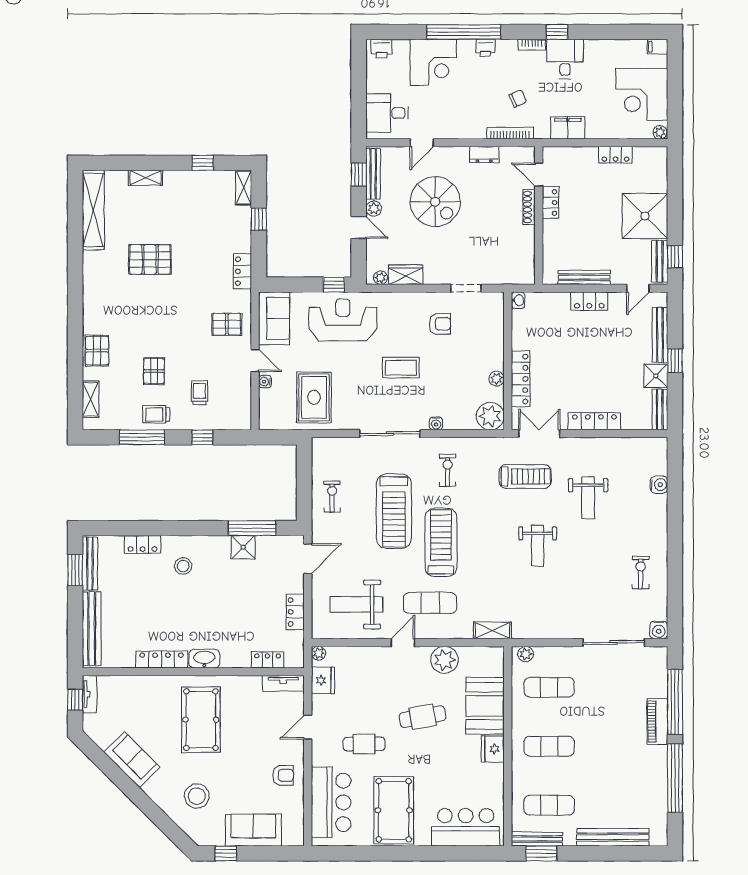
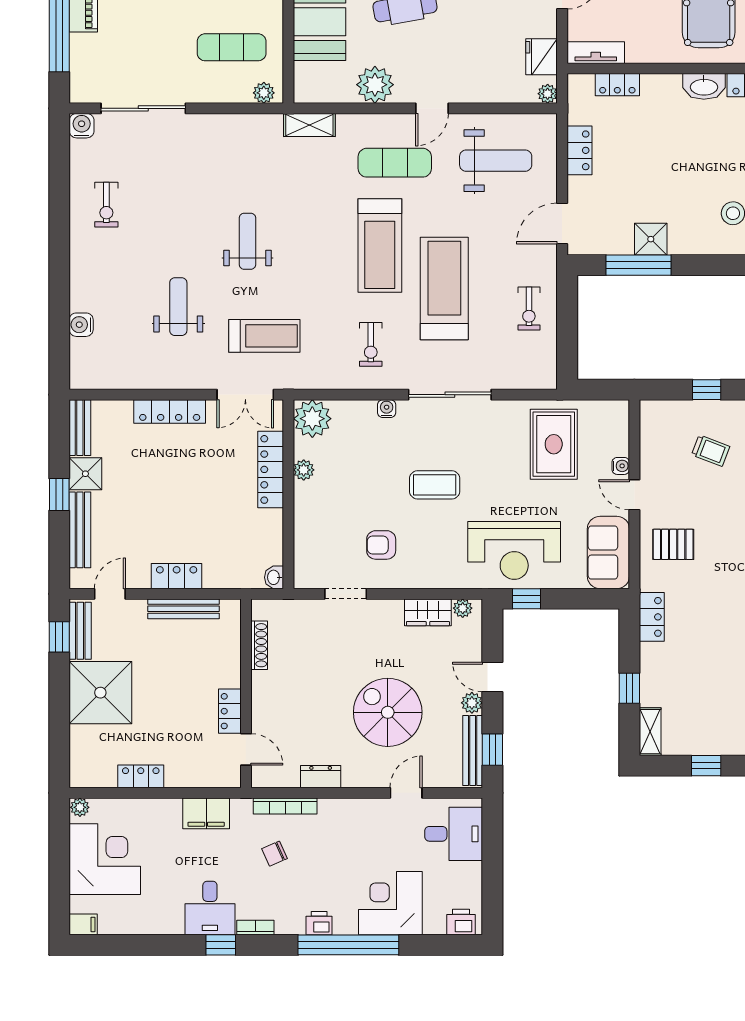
shoe rack: (529, 207) -> (259, 645), moved
trolley: (199, 393) -> (711, 451), turned -69
treadmill: (525, 476) -> (264, 336), turned 180

